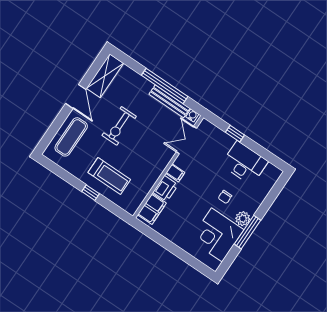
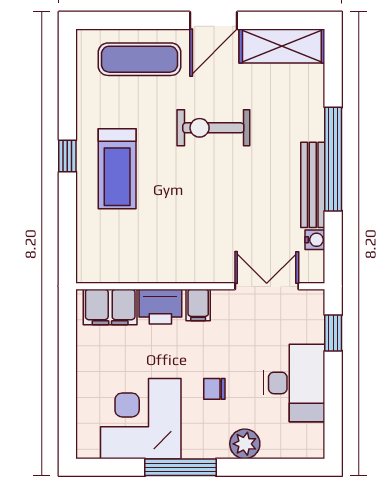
double door: (186, 140) -> (267, 286), moved
wall: (168, 167) -> (200, 286), moved
filing cabinet: (175, 173) -> (198, 305), moved
printer: (166, 189) -> (160, 307), moved
filing cabinet: (152, 209) -> (110, 307), moved
plant: (243, 219) -> (245, 444), moved

